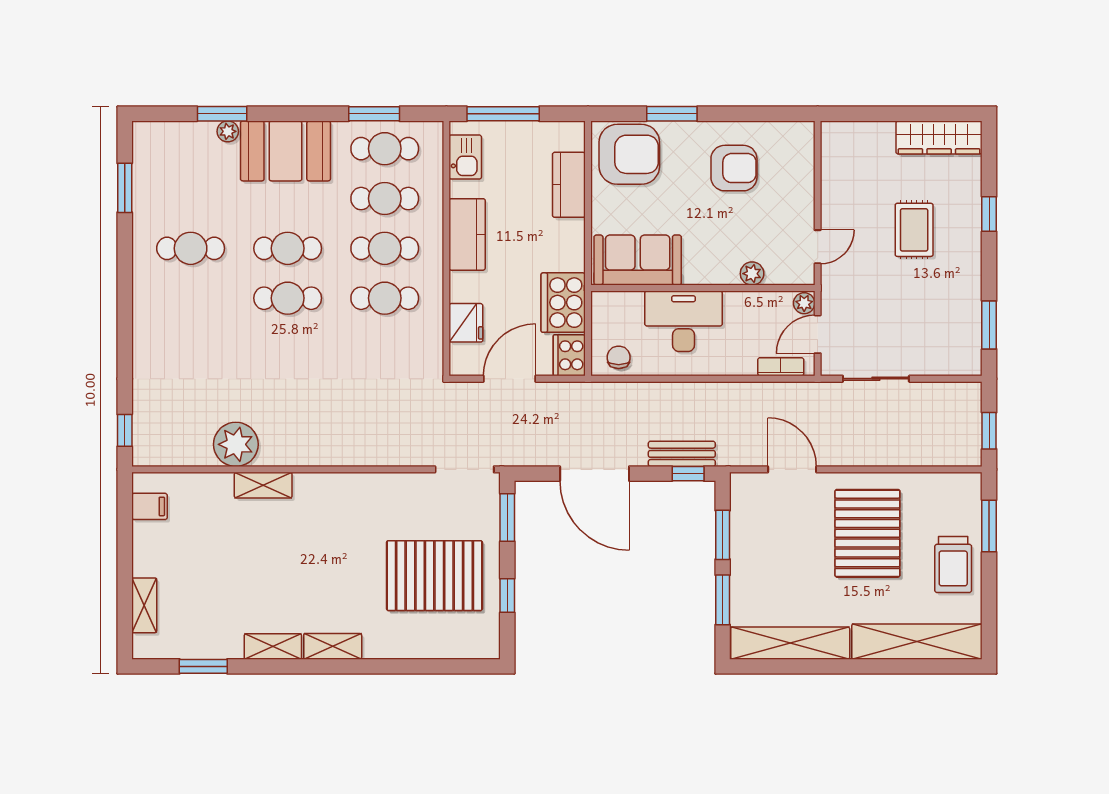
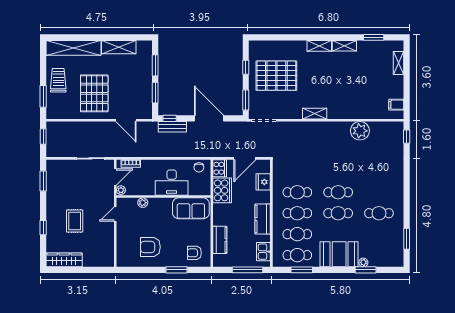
armchair: (629, 154) -> (194, 253), width x0.53, depth x0.53
shelving: (263, 485) -> (315, 114), moved
shelving: (790, 643) -> (119, 47), width x0.68

